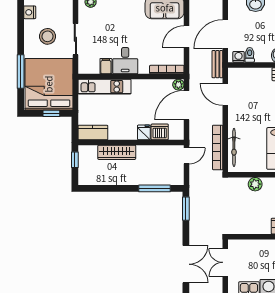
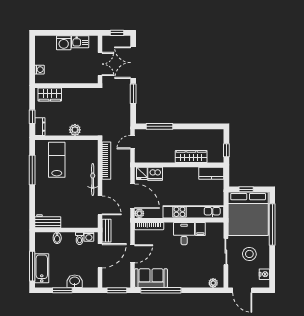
window: (21, 71) -> (272, 225), width x1.46
kitchen unit: (104, 87) -> (193, 212), width x1.36
door: (187, 105) -> (133, 196), hinge flipped
fridge: (144, 132) -> (142, 173), moved
bicycle: (234, 147) -> (93, 179), moved
door: (187, 156) -> (133, 142), moved
window: (186, 209) -> (133, 94), moved

